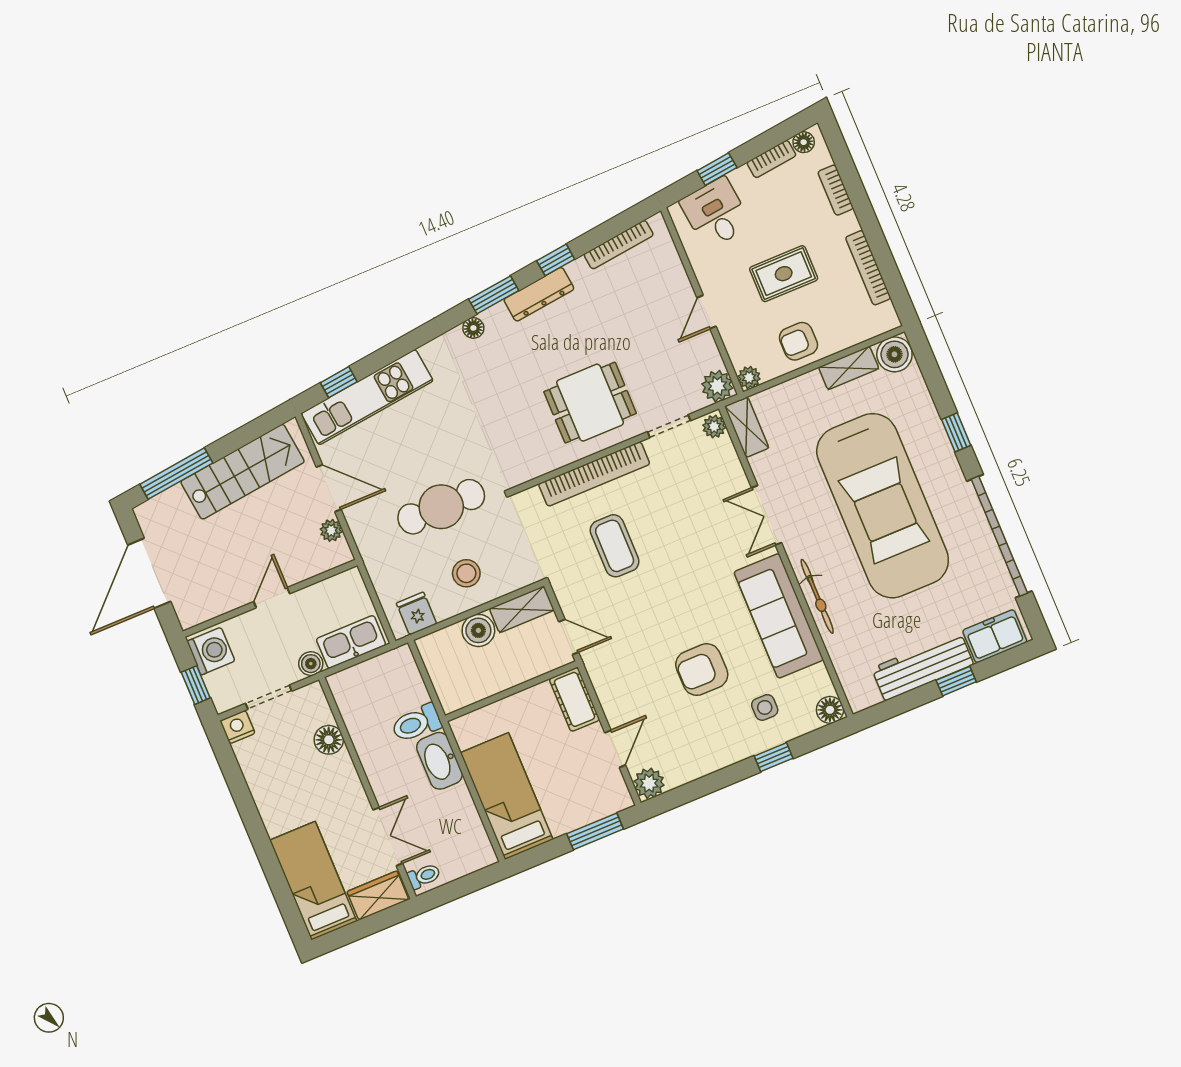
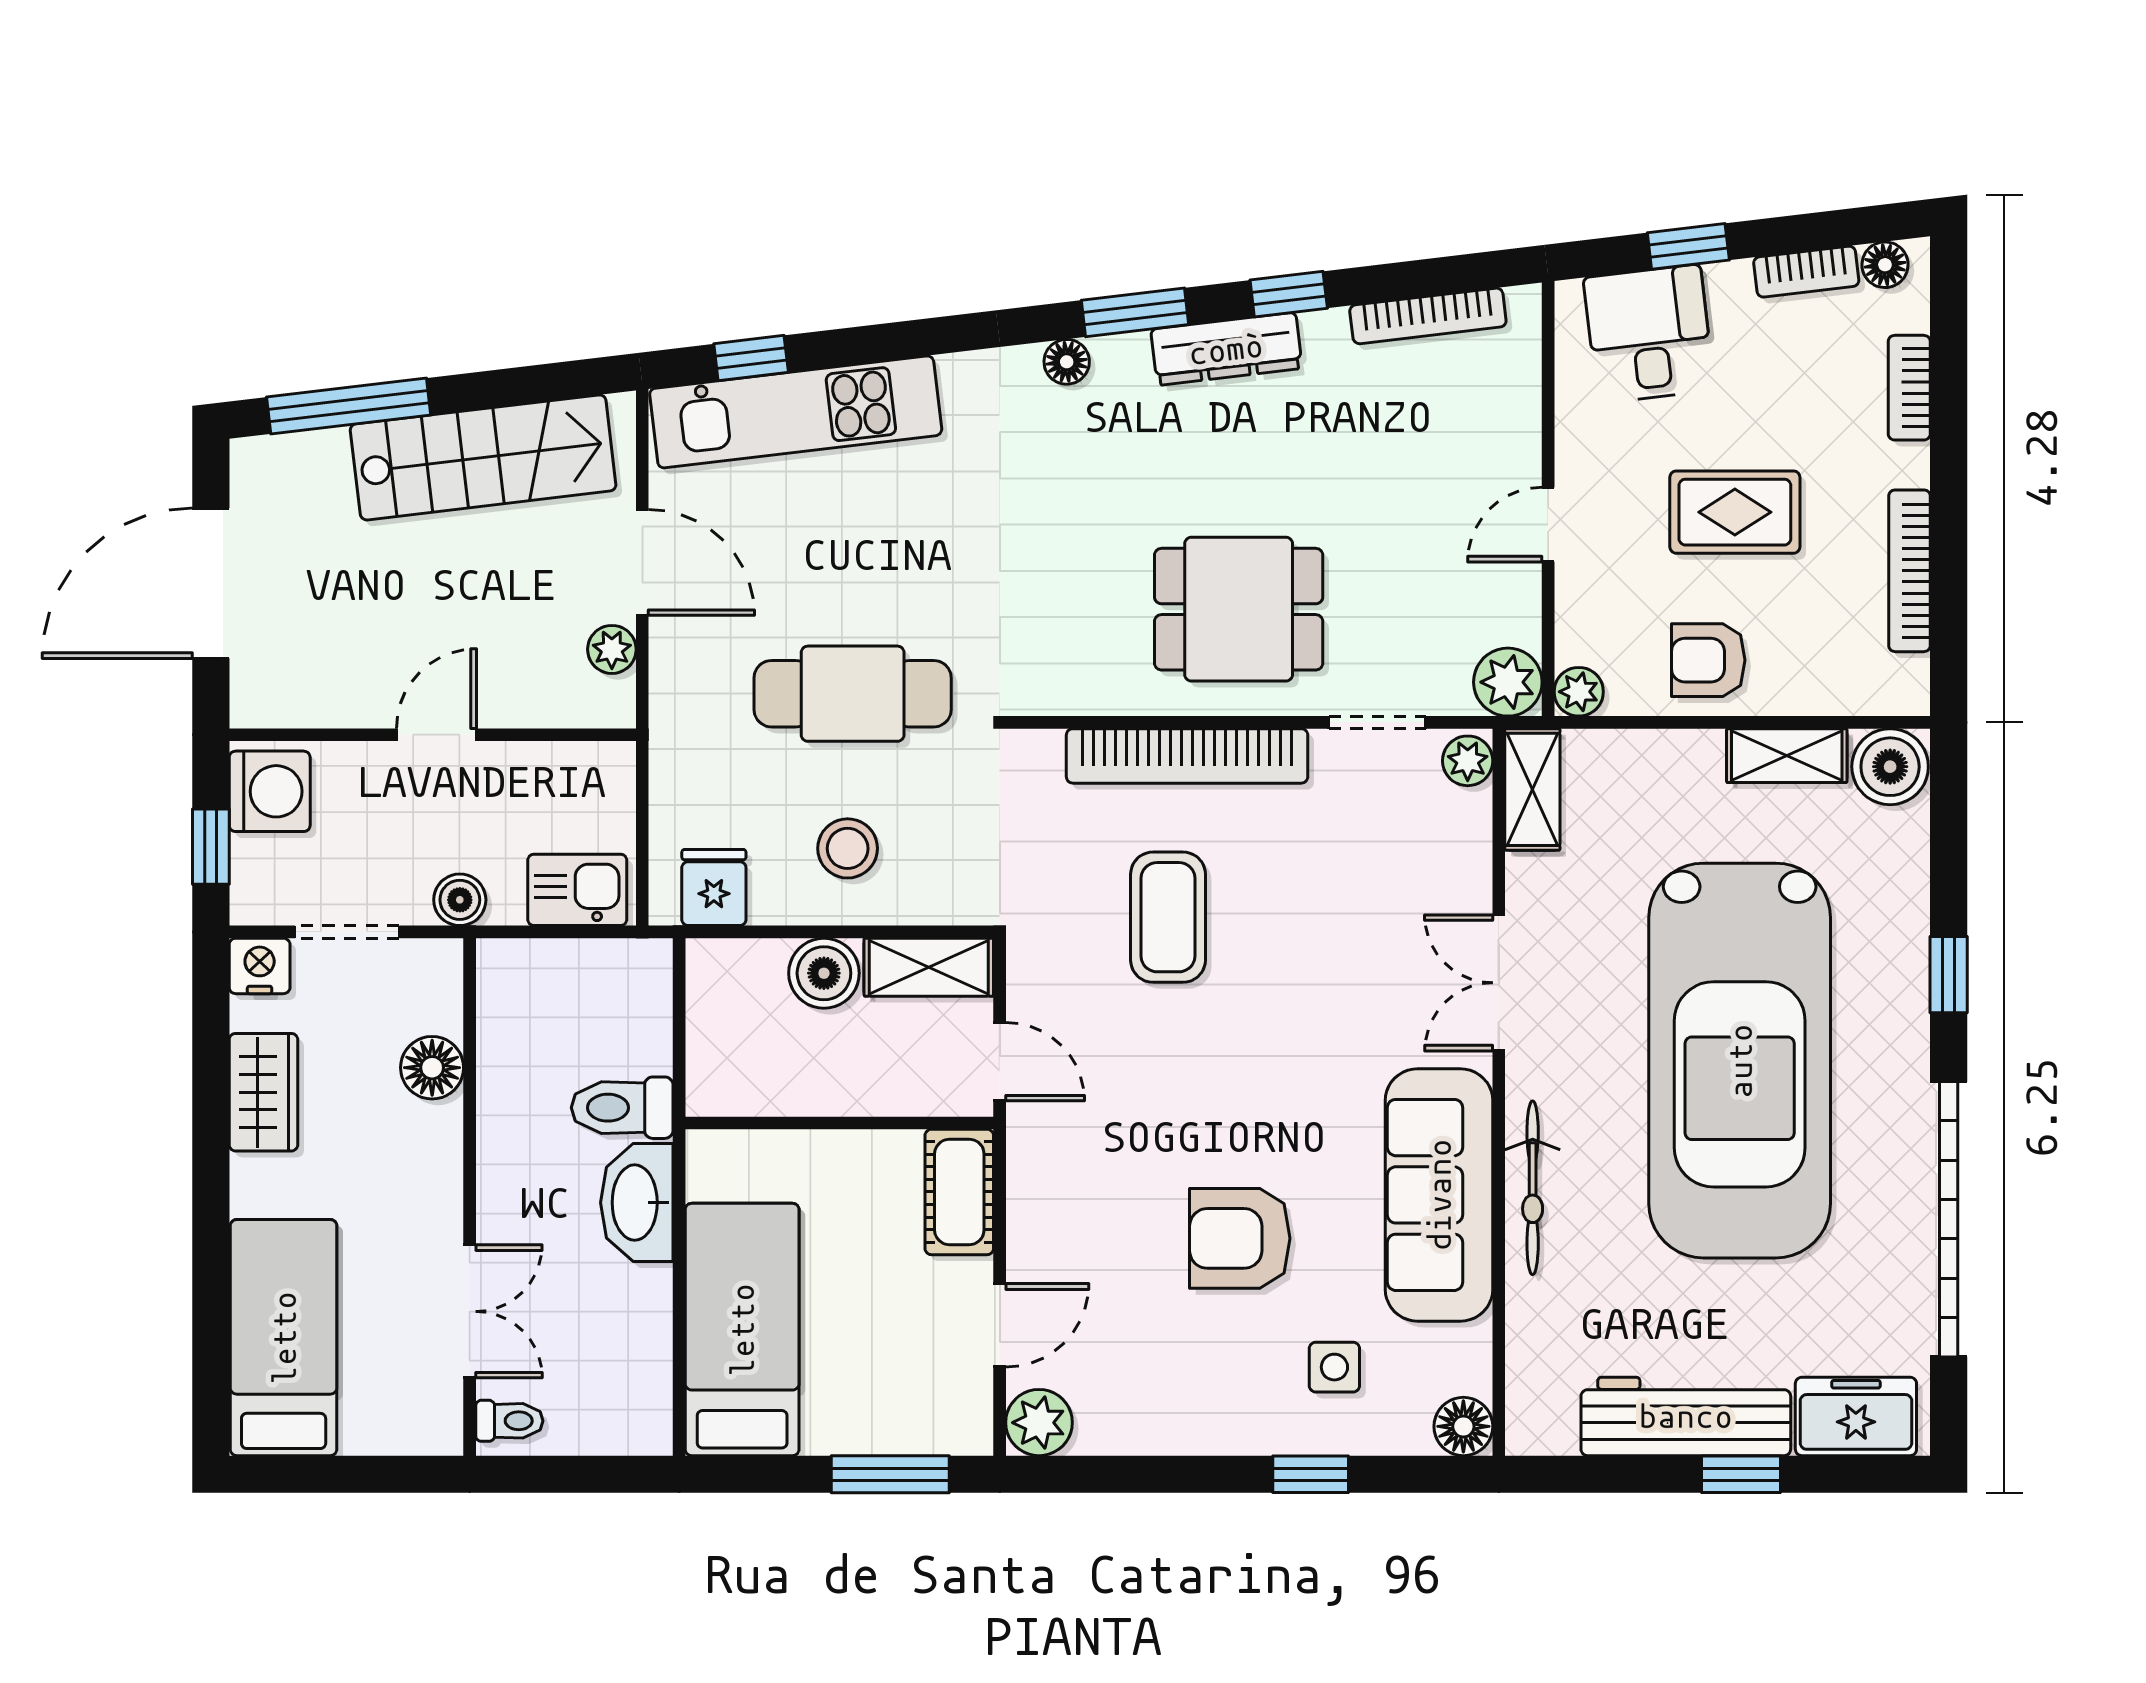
kitchen sink: (351, 642) -> (577, 890), width x0.73
wardrobe: (378, 896) -> (263, 1092), moved, turned 90

